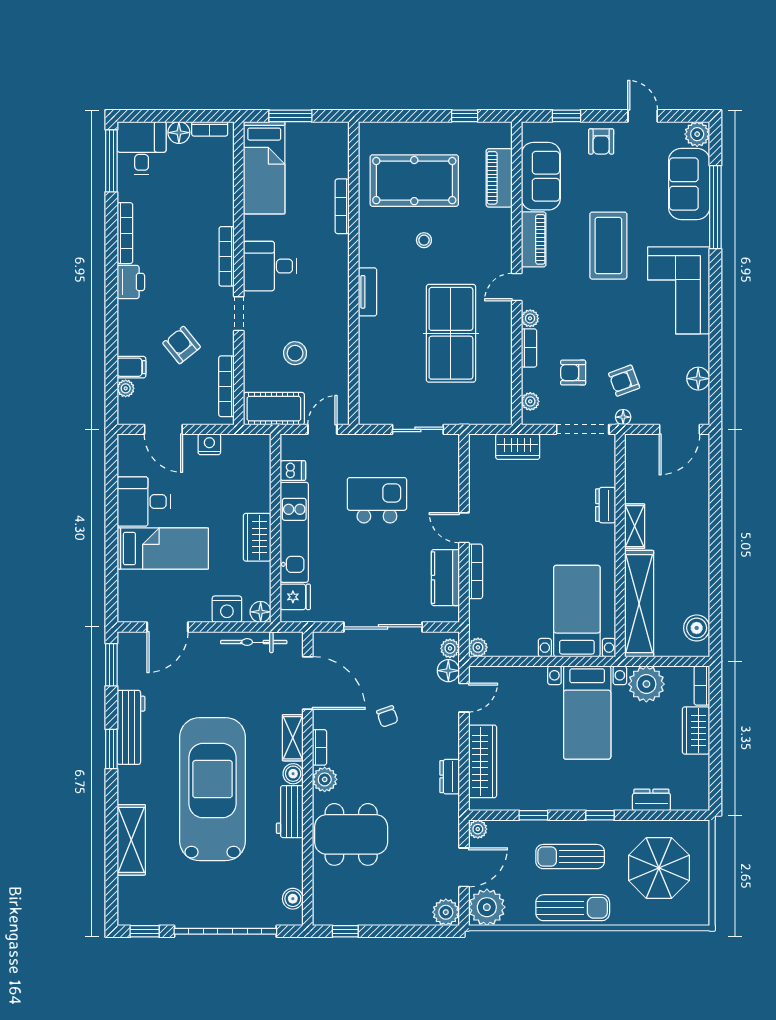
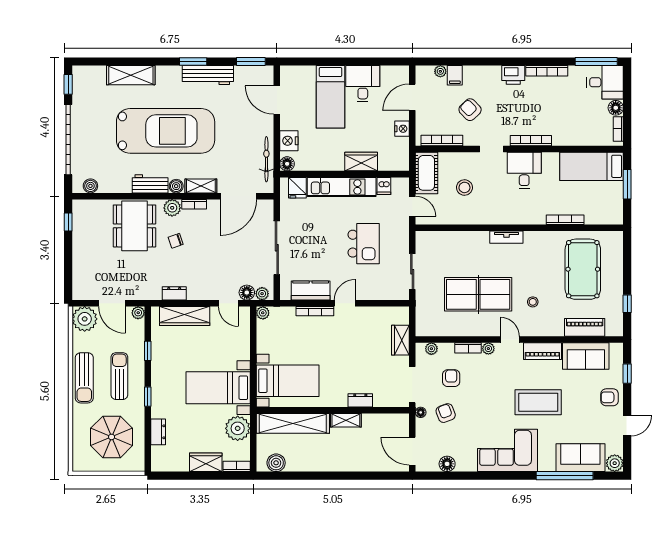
stool: (424, 240) -> (533, 302), moved
armchair: (182, 345) -> (470, 110), turned -95
wardrobe: (257, 537) -> (361, 161), moved
chair: (387, 716) -> (176, 241), moved
plant: (446, 912) -> (81, 291), removed

